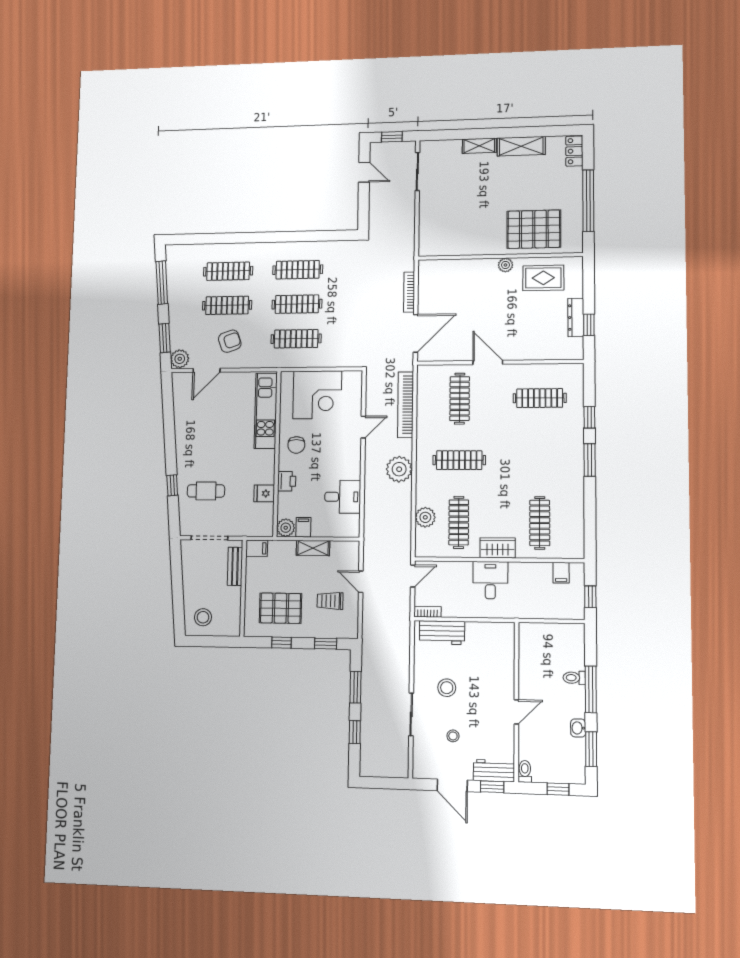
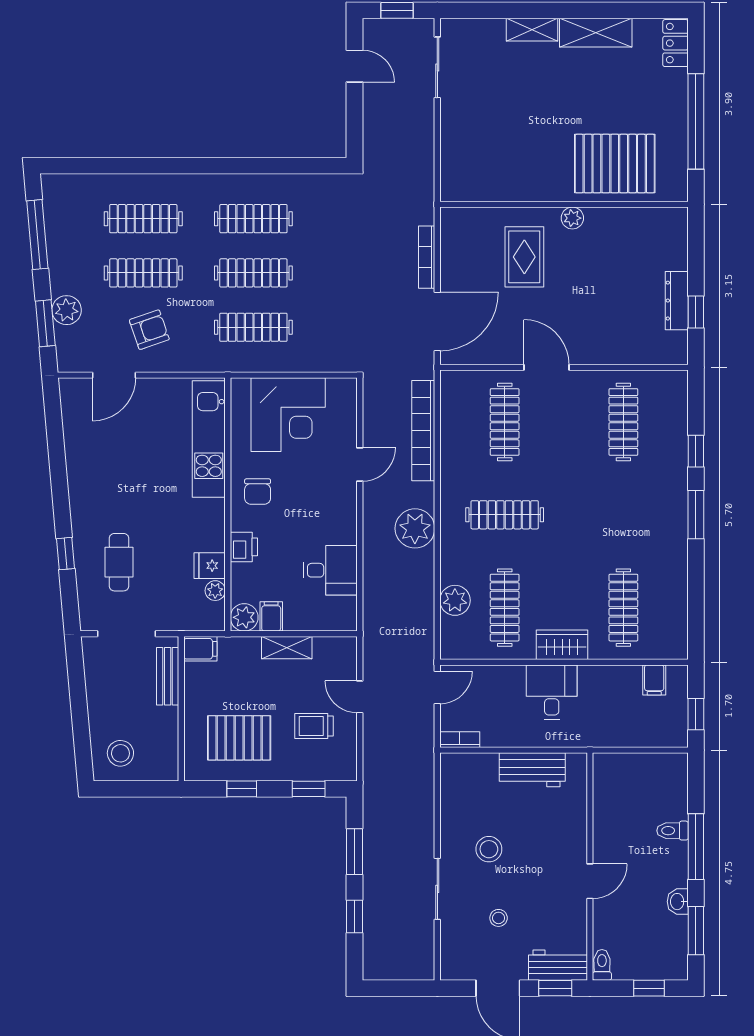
rug: (543, 278) -> (524, 257), moved, turned 90
plant: (180, 359) -> (67, 310), moved
clothes rail: (540, 398) -> (623, 422), turned 90
cafe table: (206, 491) -> (119, 562), turned 90
plant: (267, 510) -> (215, 591), added
workbench: (442, 633) -> (532, 770), moved

